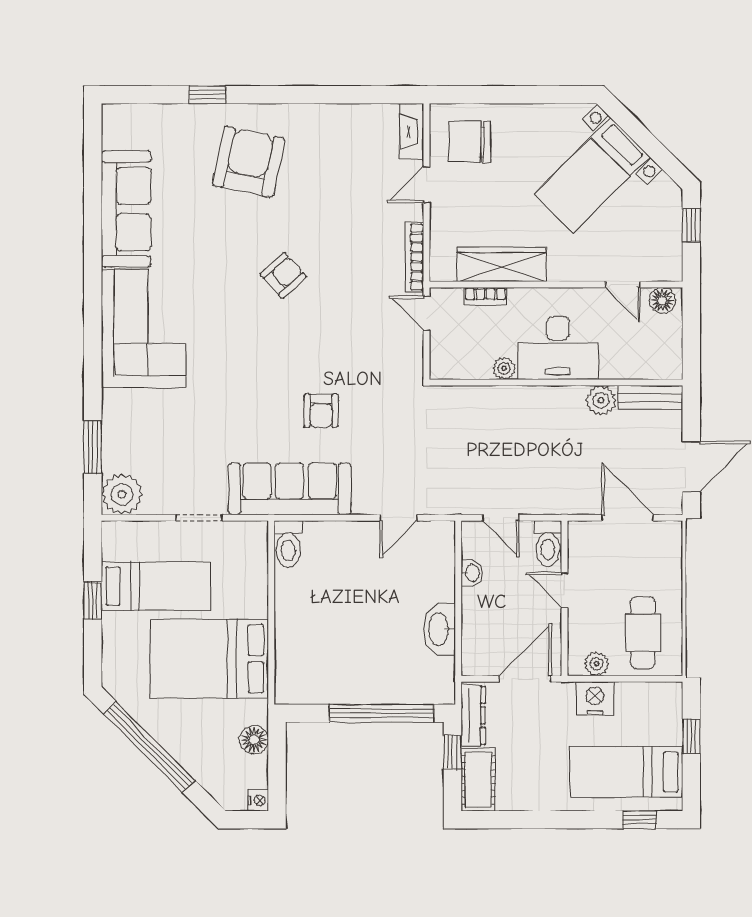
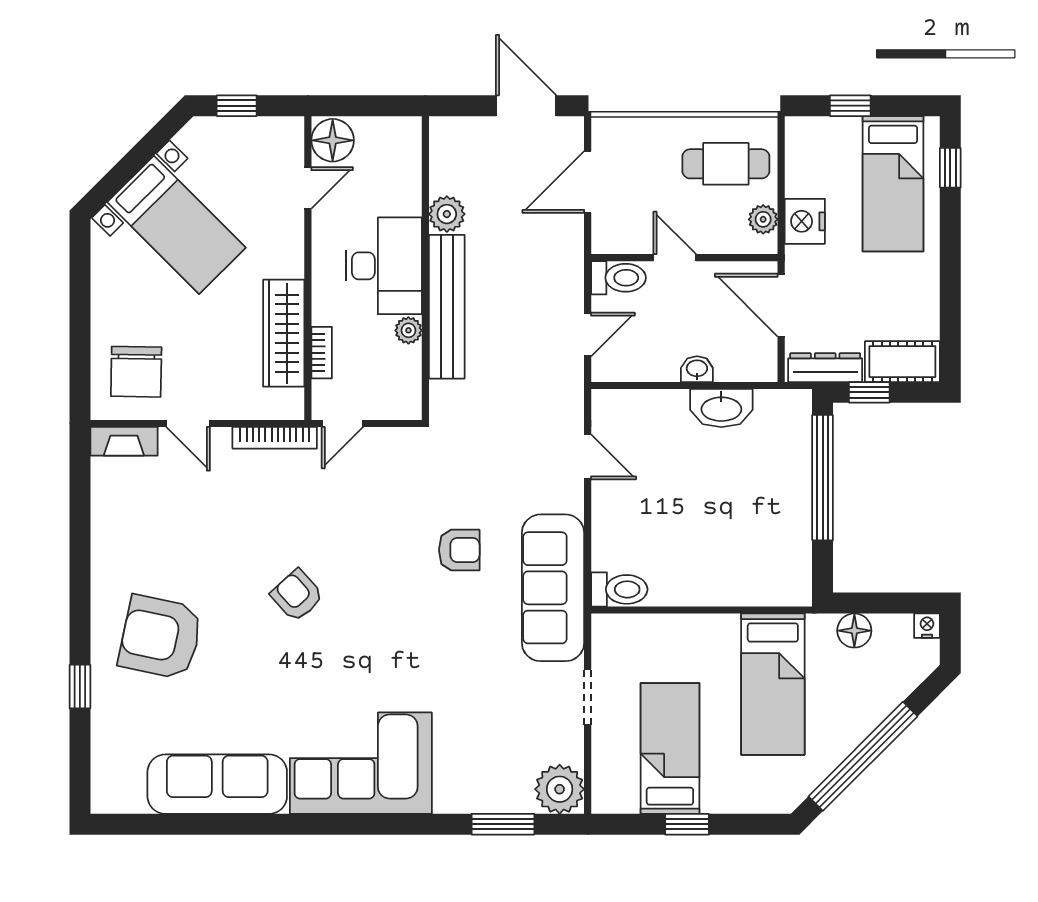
floor lamp: (662, 300) -> (333, 140), width x1.38, depth x1.38
bench: (650, 398) -> (447, 307), moved, width x1.86, depth x1.21
washbasin: (472, 573) -> (697, 369), moved
door: (565, 590) -> (675, 258), swing flipped
bed: (209, 659) -> (773, 684), width x0.67

